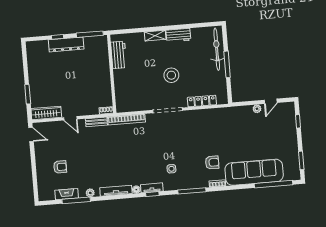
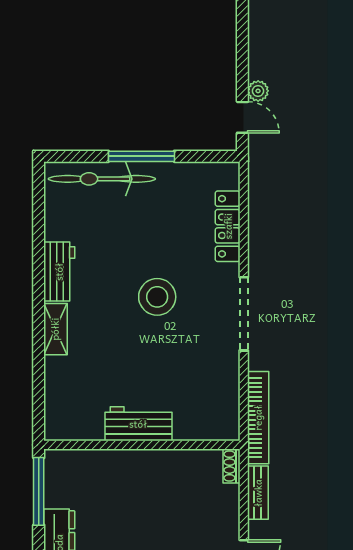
workbench: (119, 55) -> (138, 424), moved
door: (271, 101) -> (242, 117), moved

